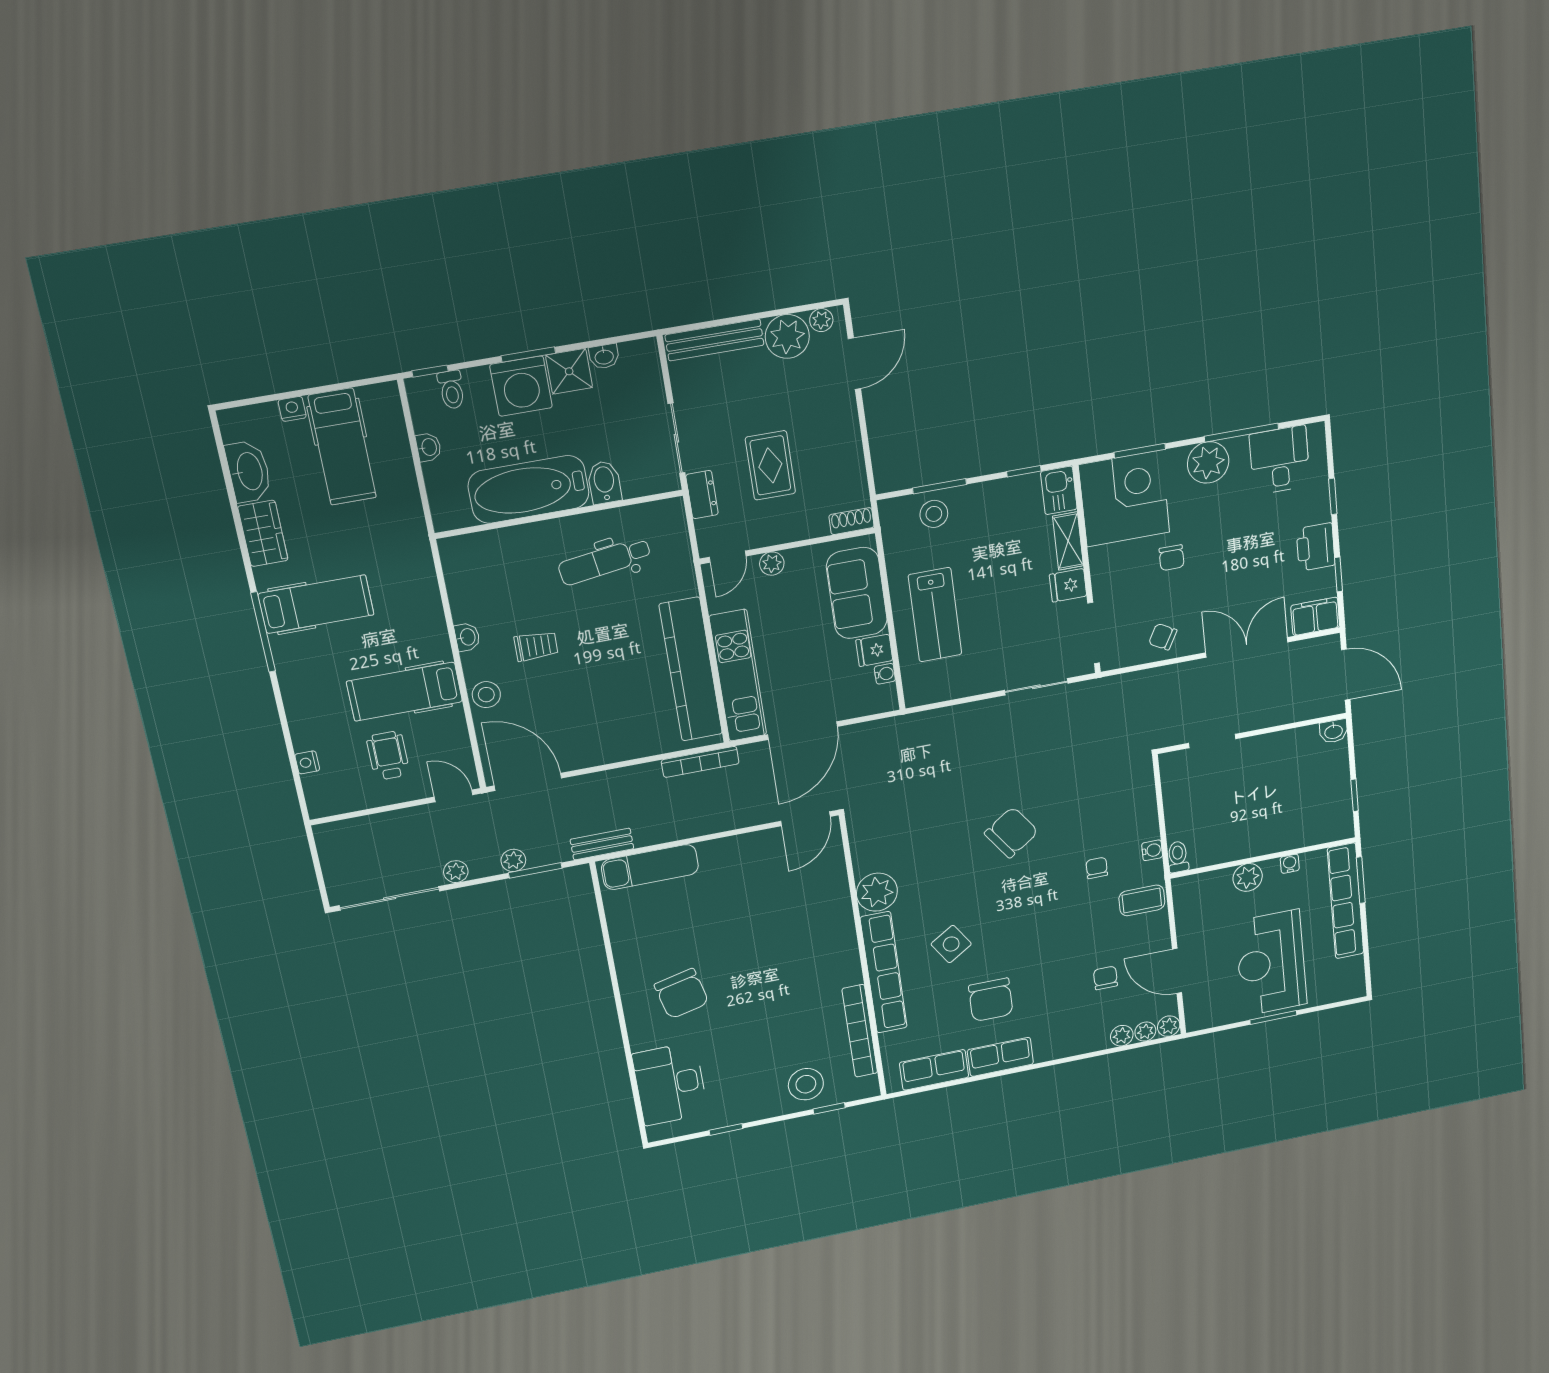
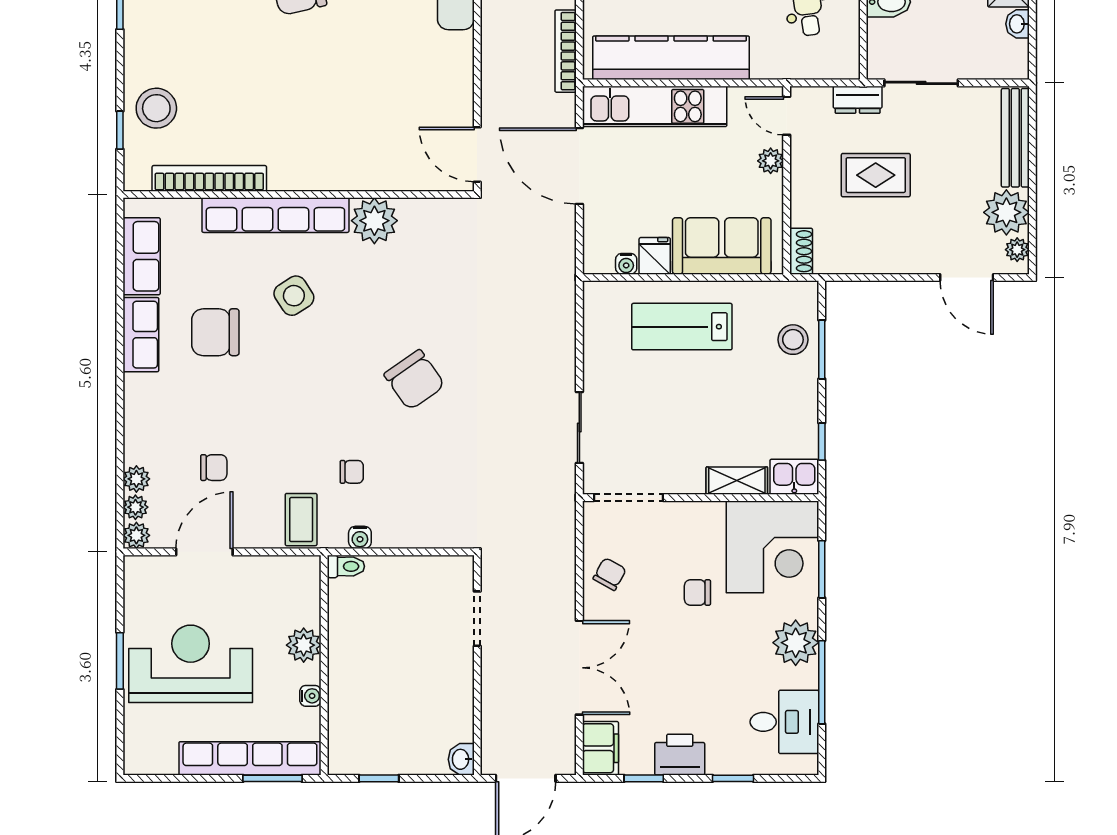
fridge: (1068, 585) -> (688, 475), removed

